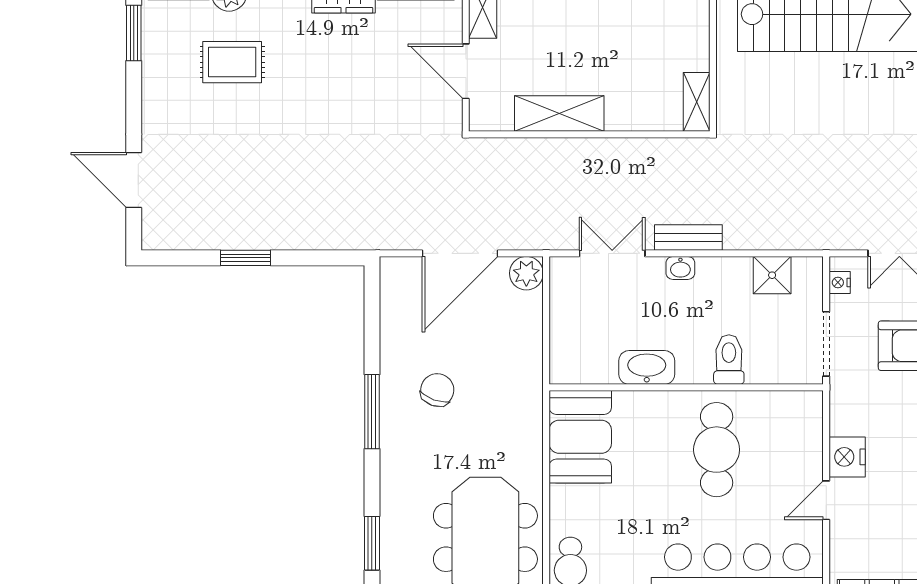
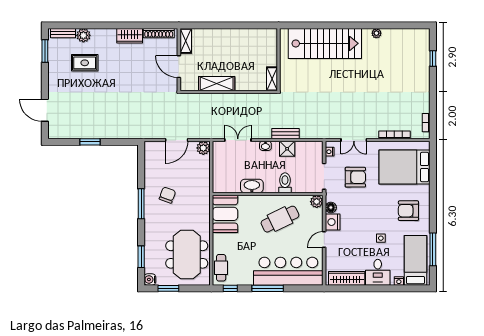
bench: (688, 238) -> (285, 134), moved
door: (460, 253) -> (177, 140), width x0.73
shower: (772, 275) -> (287, 149), moved
plant: (807, 406) -> (317, 202), added
floor lamp: (843, 421) -> (331, 207), added
cafe table: (717, 450) -> (280, 219), turned 64

